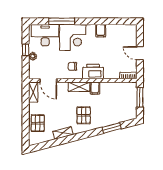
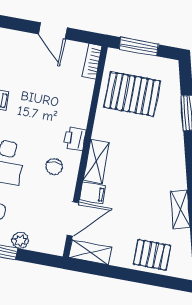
door: (140, 53) -> (53, 31), hinge flipped
printer: (93, 72) -> (75, 139), width x0.53, depth x0.68
filing cabinet: (95, 88) -> (93, 193), moved
pallet: (84, 115) -> (132, 94), moved, width x1.50, depth x1.42

